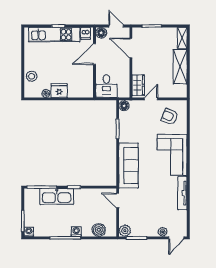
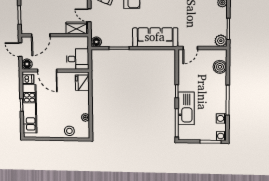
door: (116, 26) -> (20, 50), hinge flipped
fridge: (59, 91) -> (82, 83), moved
washing machine: (76, 232) -> (221, 118), moved

